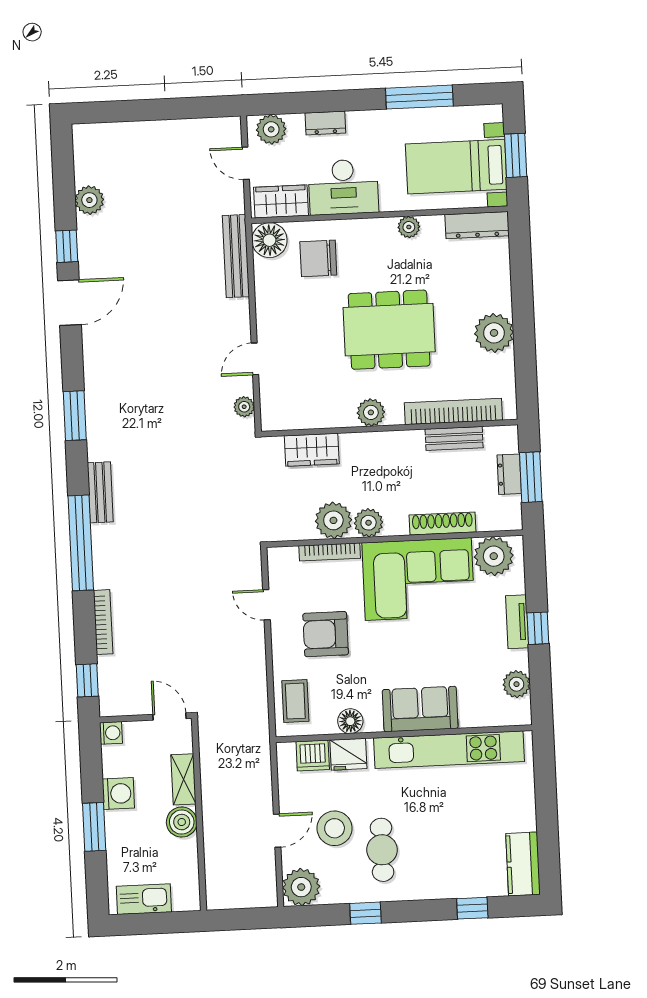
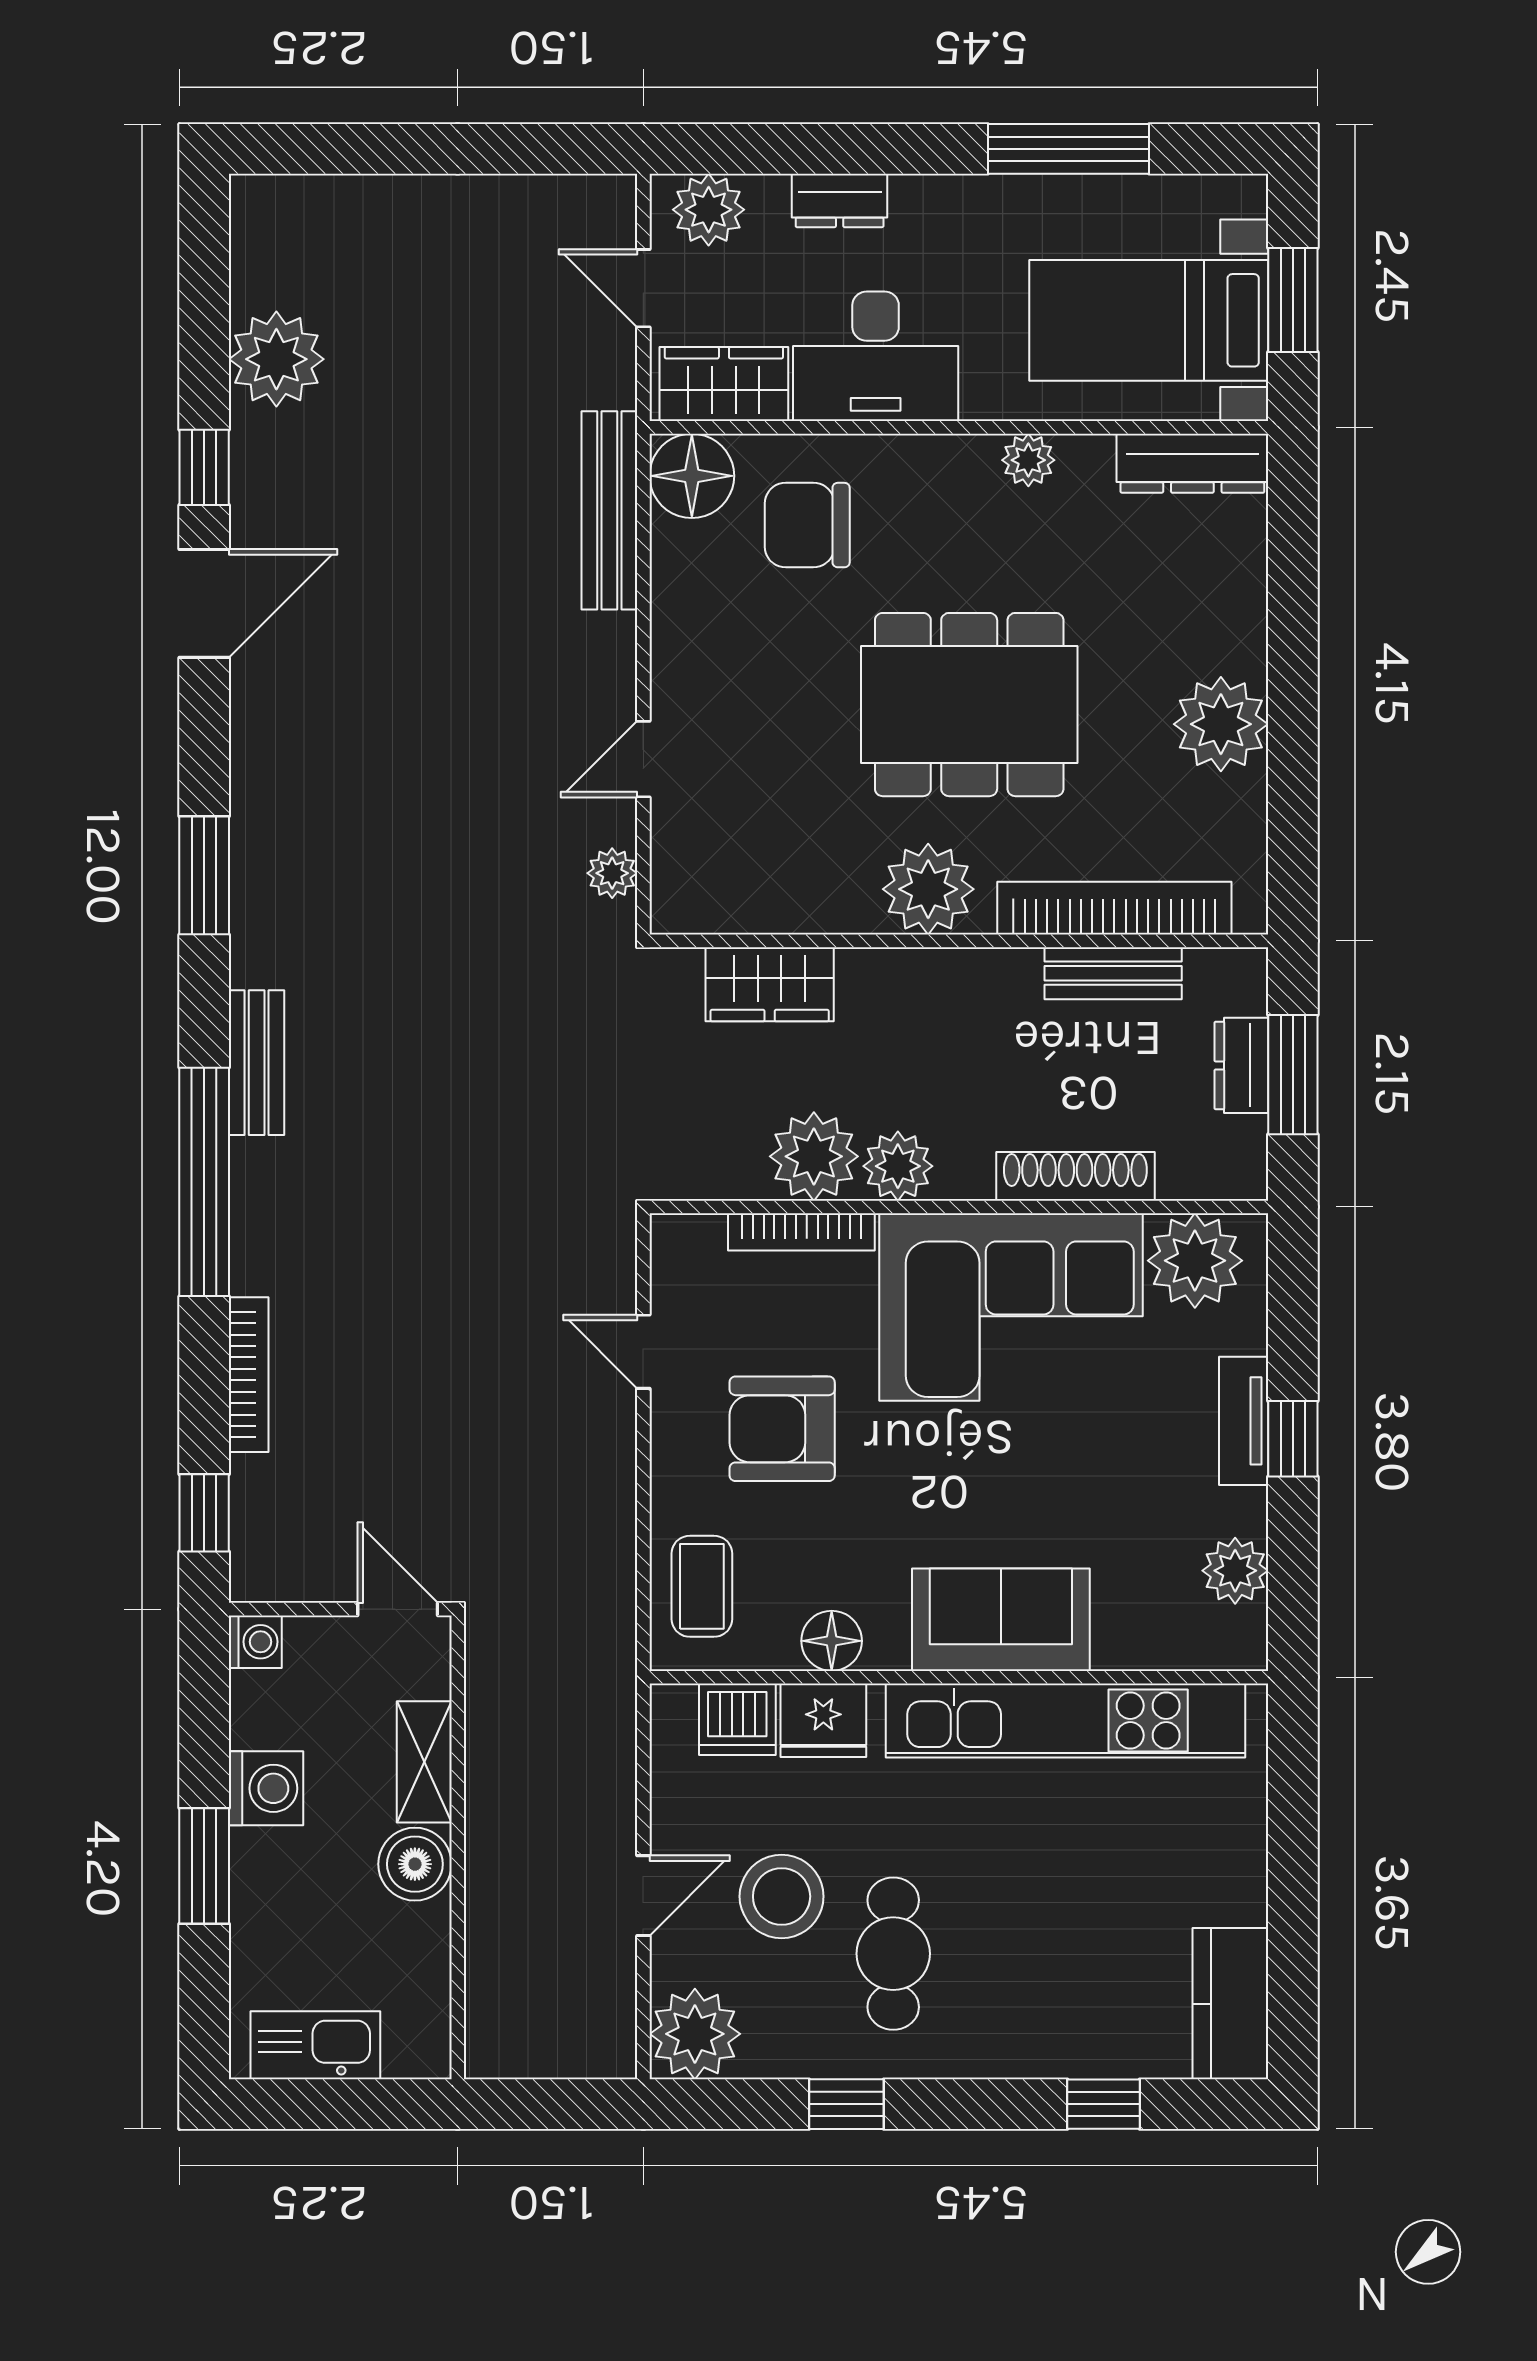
plant: (89, 200) -> (276, 359), width x1.36, depth x1.36
plant: (371, 412) -> (928, 889), width x1.36, depth x1.36

